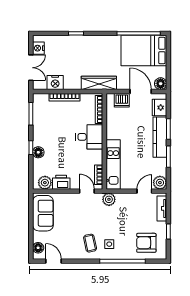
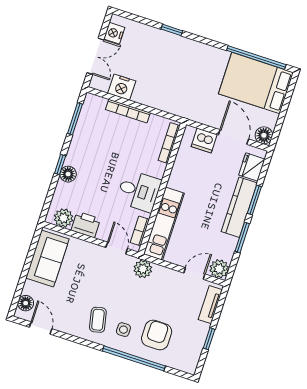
wardrobe: (99, 83) -> (181, 107), removed
desk: (89, 137) -> (139, 191), moved
armchair: (146, 243) -> (157, 335), moved, turned 90

